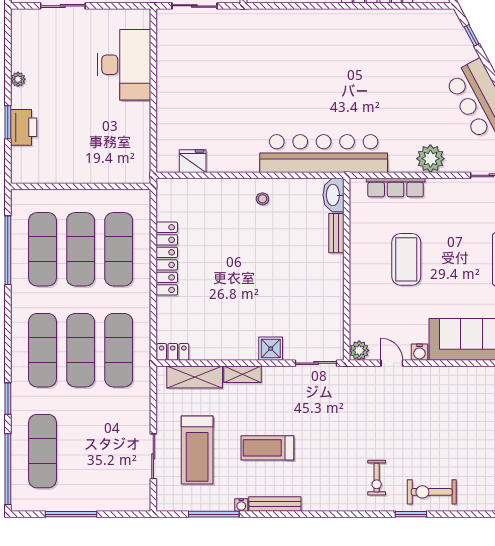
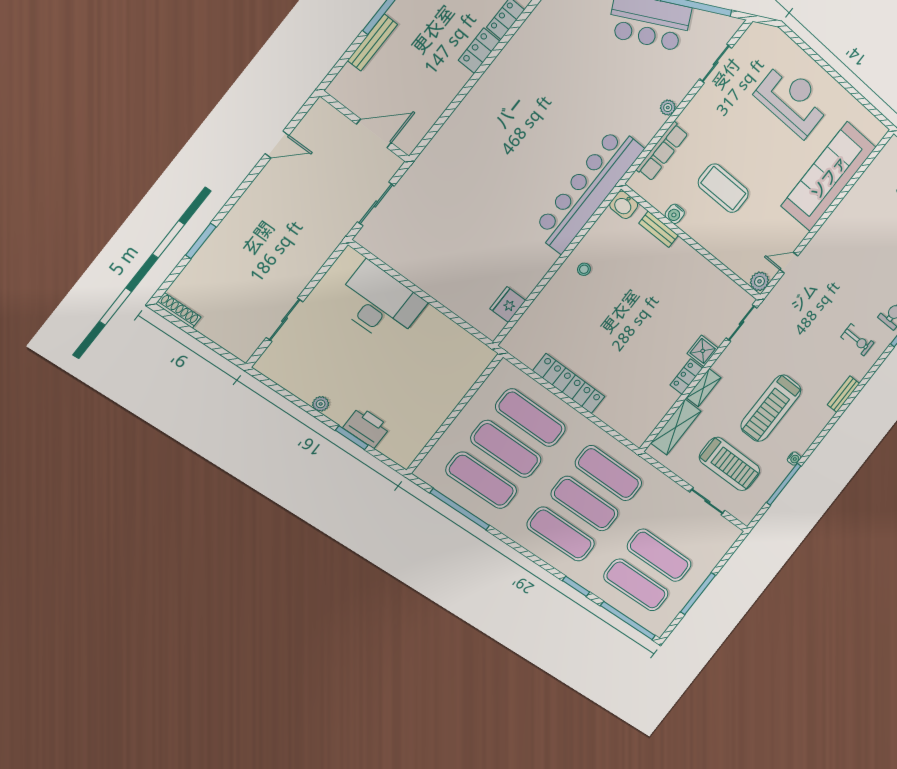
plant: (430, 159) -> (668, 108), width x0.53, depth x0.53
washbasin: (333, 195) -> (624, 205), width x0.72
locker: (173, 352) -> (686, 377), moved
water cooler: (419, 352) -> (675, 214), moved, turned 90
treadmill: (267, 448) -> (771, 408), width x1.37, depth x1.38
exercise mat: (81, 451) -> (659, 555), added
bench: (275, 504) -> (843, 394), moved, width x0.73

